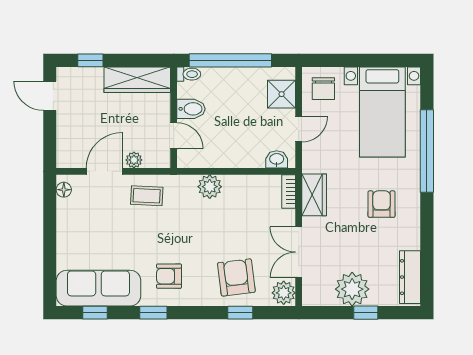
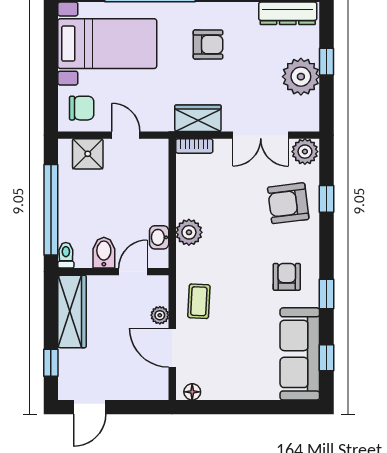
washbasin: (277, 159) -> (159, 237), moved
armchair: (382, 204) -> (208, 45), turned 180
armchair: (169, 276) -> (287, 277), turned 180

